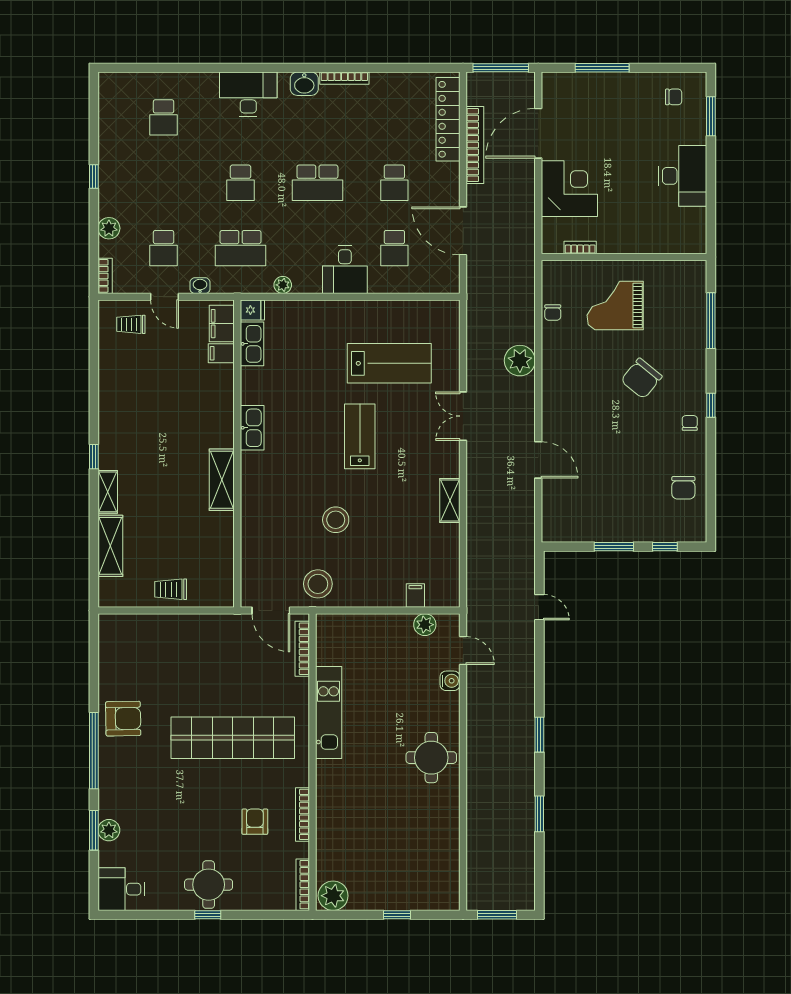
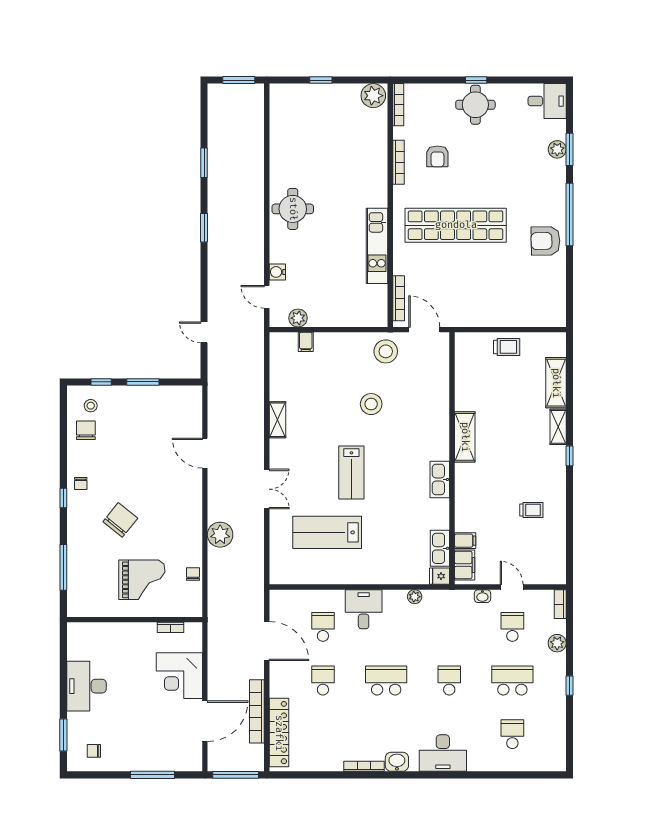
school desk: (240, 248) -> (512, 681), moved
trolley: (131, 324) -> (531, 510), moved
stool: (678, 518) -> (91, 406), added

